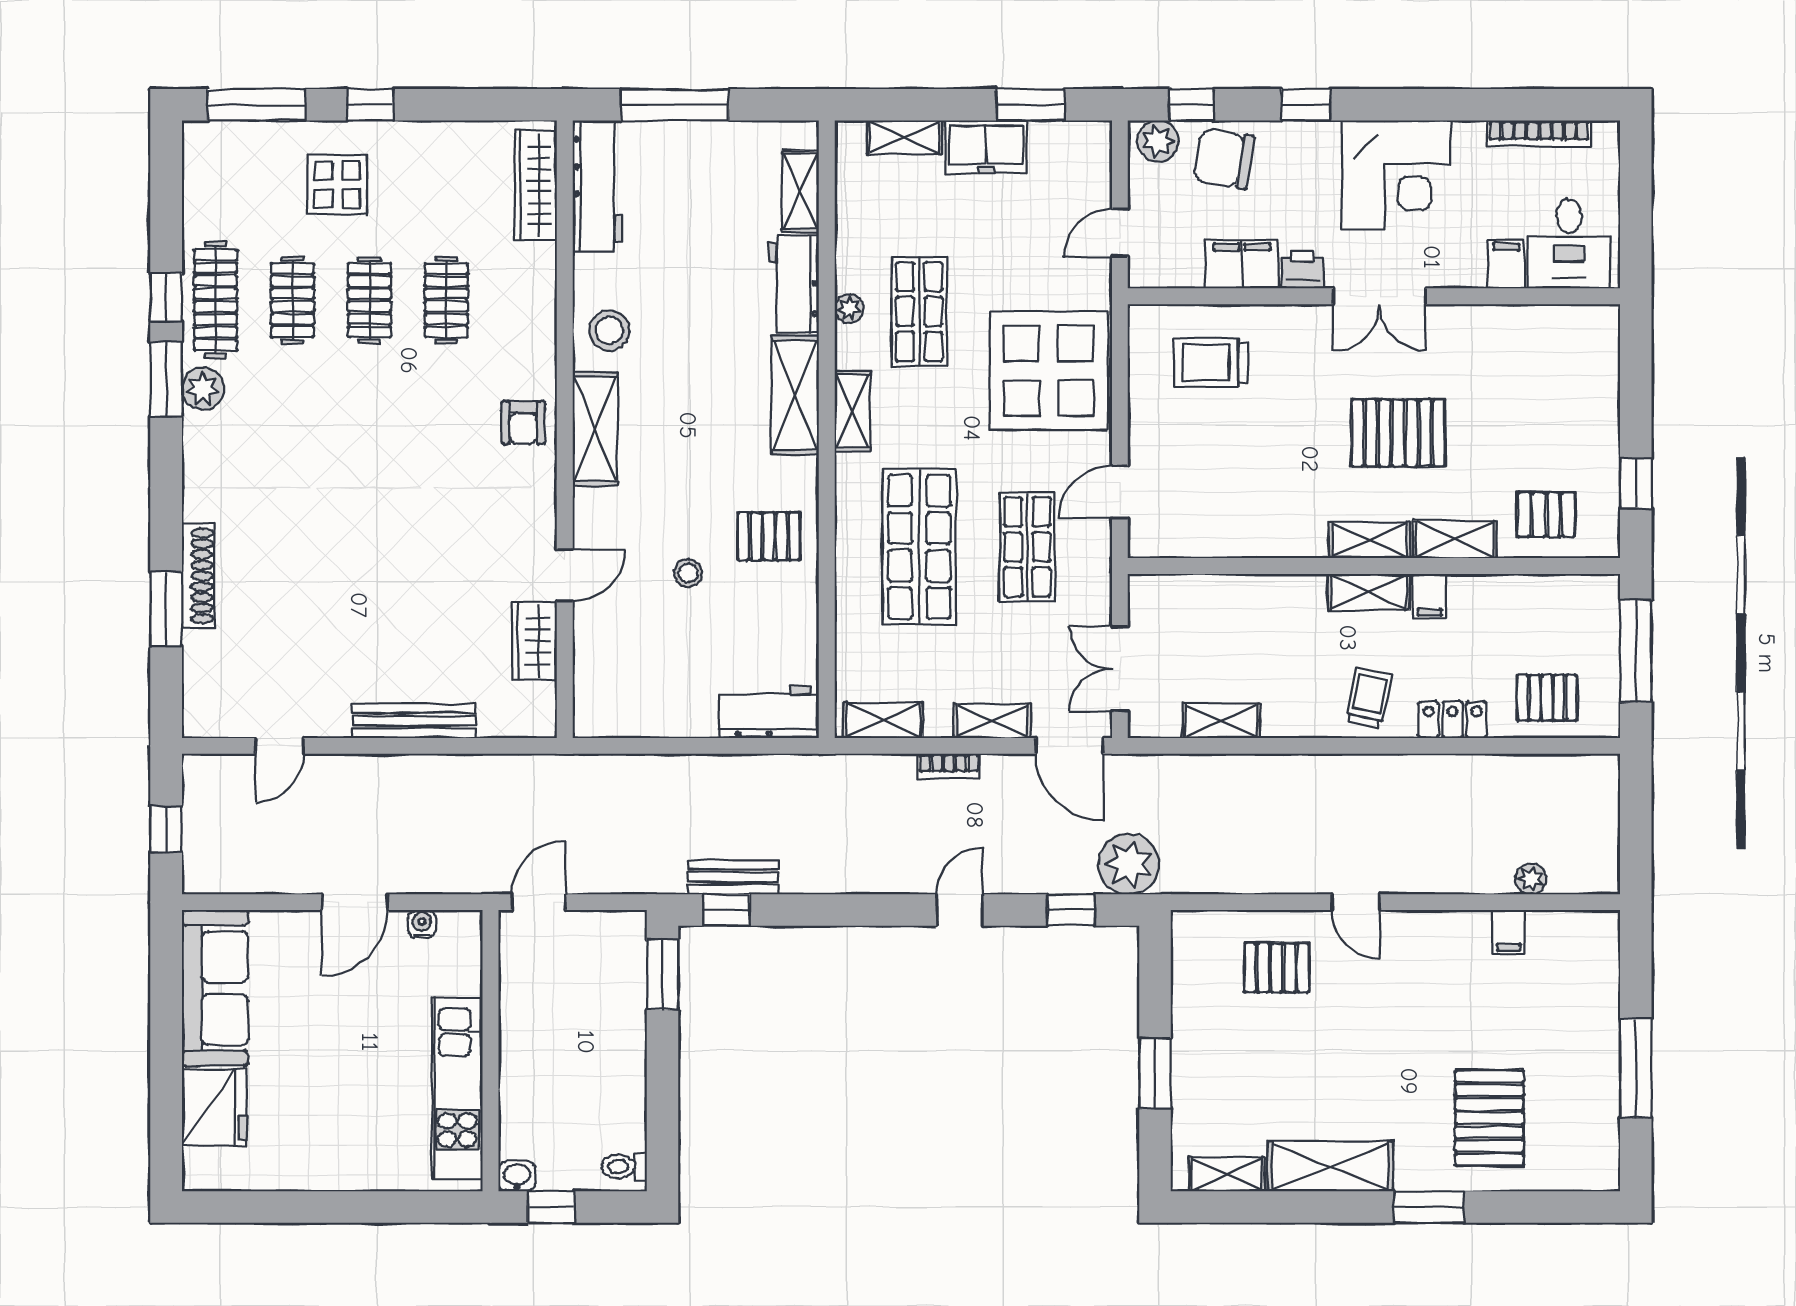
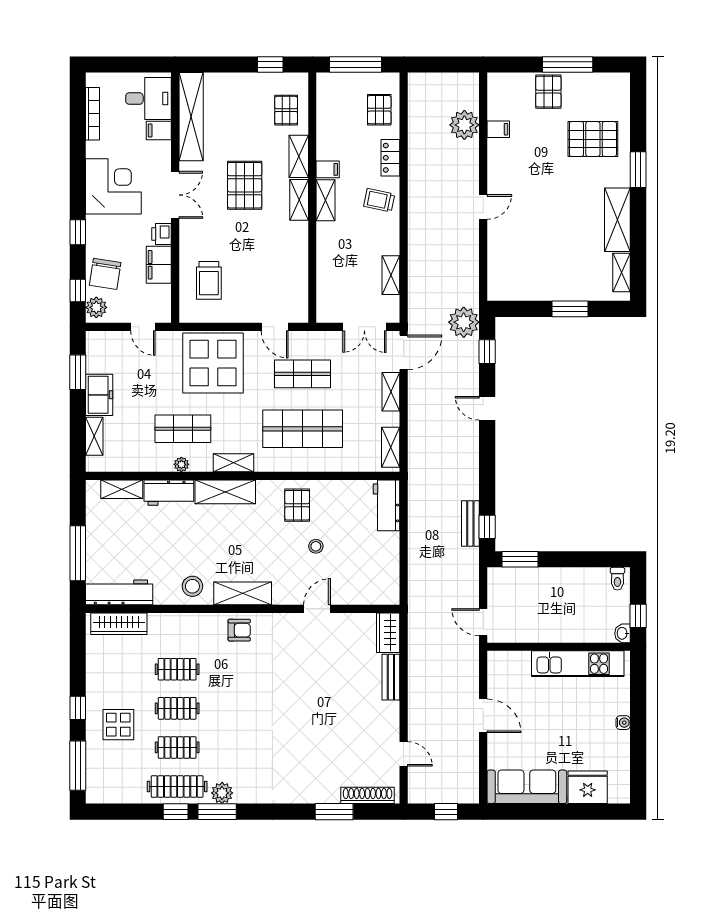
shelving: (1533, 328) -> (191, 117), added
door: (565, 575) -> (317, 609), hinge flipped
shoe rack: (198, 576) -> (368, 795), moved
wardrobe: (534, 641) -> (388, 633), moved, turned 90
bench: (414, 721) -> (391, 677), width x0.73
bookcase: (949, 766) -> (414, 414), removed
plant: (1531, 879) -> (464, 125), width x1.87, depth x1.87
water cooler: (422, 924) -> (623, 723), moved, turned 180
pallet: (1277, 968) -> (548, 92), moved

